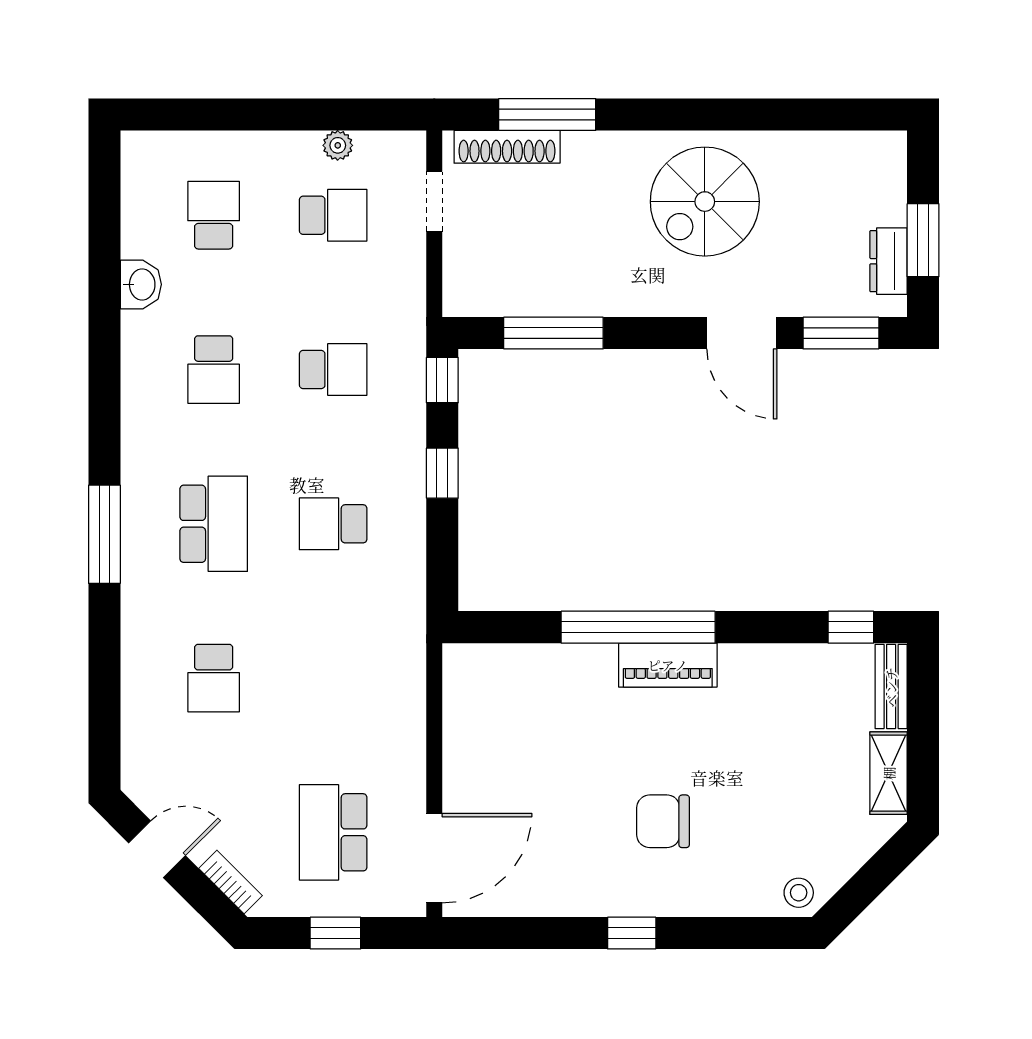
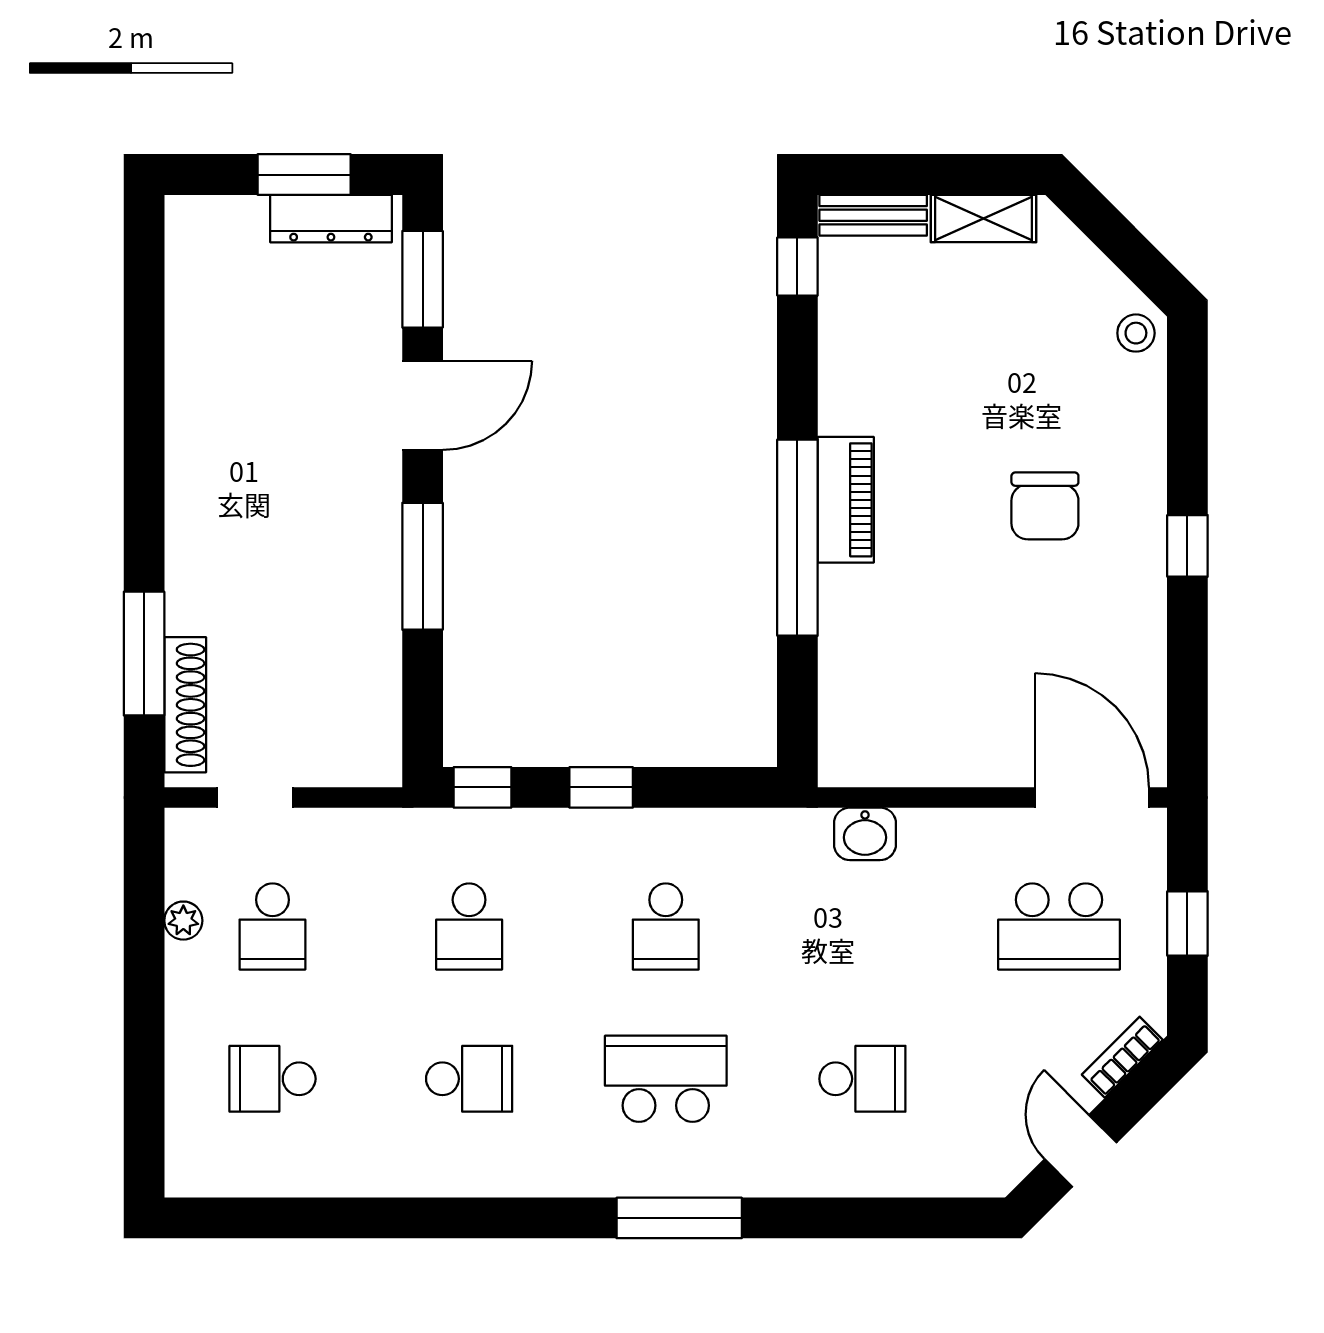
spiral stairs: (705, 202) -> (255, 453), removed
school desk: (333, 215) -> (272, 926), turned 180
dresser: (888, 261) -> (331, 219), width x1.44
washbasin: (141, 284) -> (865, 834), moved, turned 180
window: (553, 333) -> (423, 566), moved
school desk: (333, 370) -> (469, 926), turned 180

